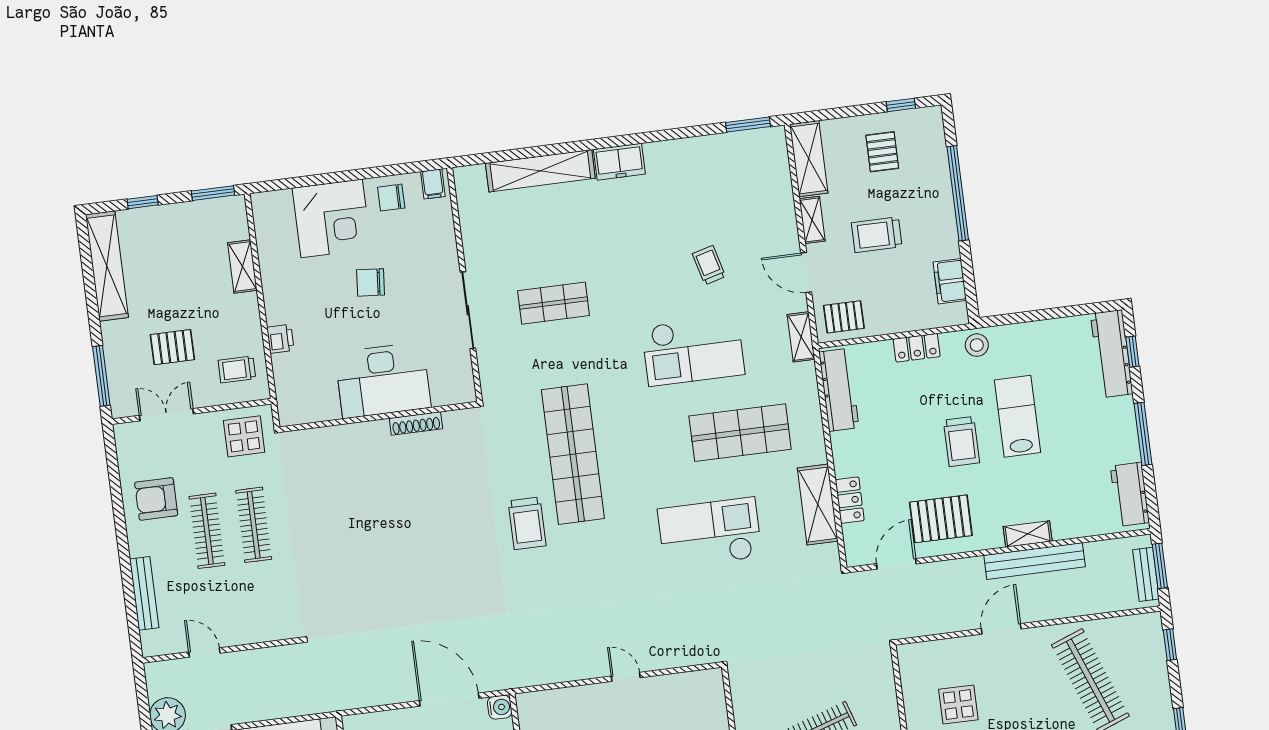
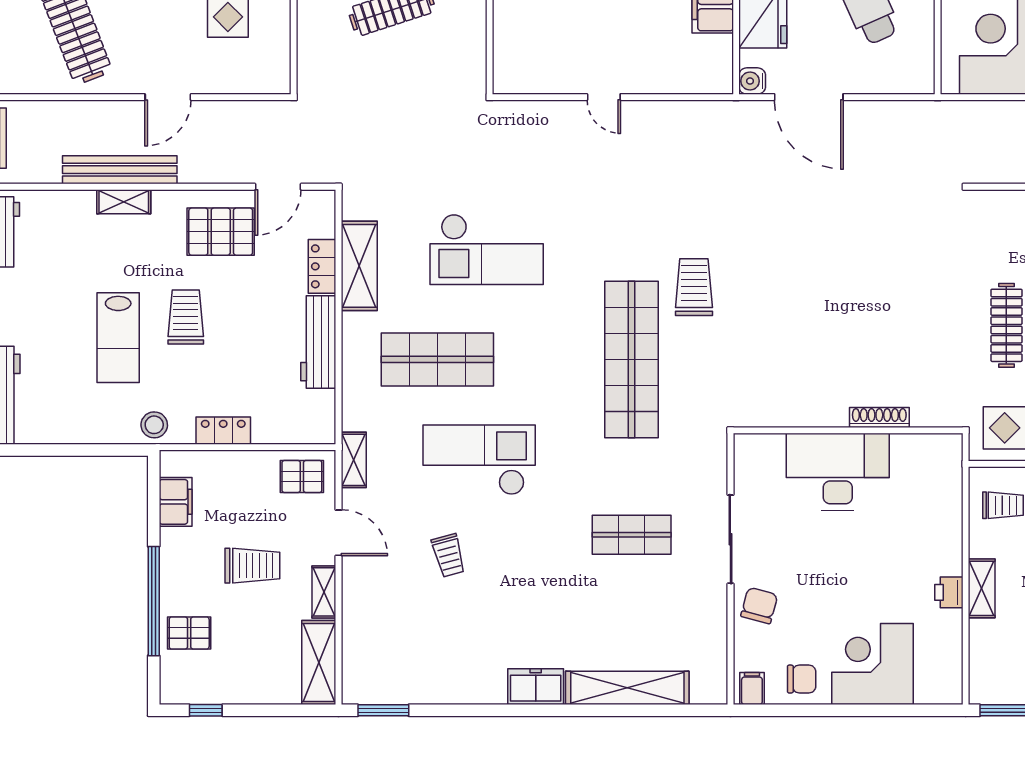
pallet: (882, 152) -> (189, 633), moved, turned 90
shelving: (242, 267) -> (982, 588), moved
chair: (371, 282) -> (759, 606), moved, turned -80
printer: (280, 339) -> (949, 592), moved
workbench: (839, 390) -> (318, 342), moved
shoe rack: (416, 423) -> (879, 417), moved

